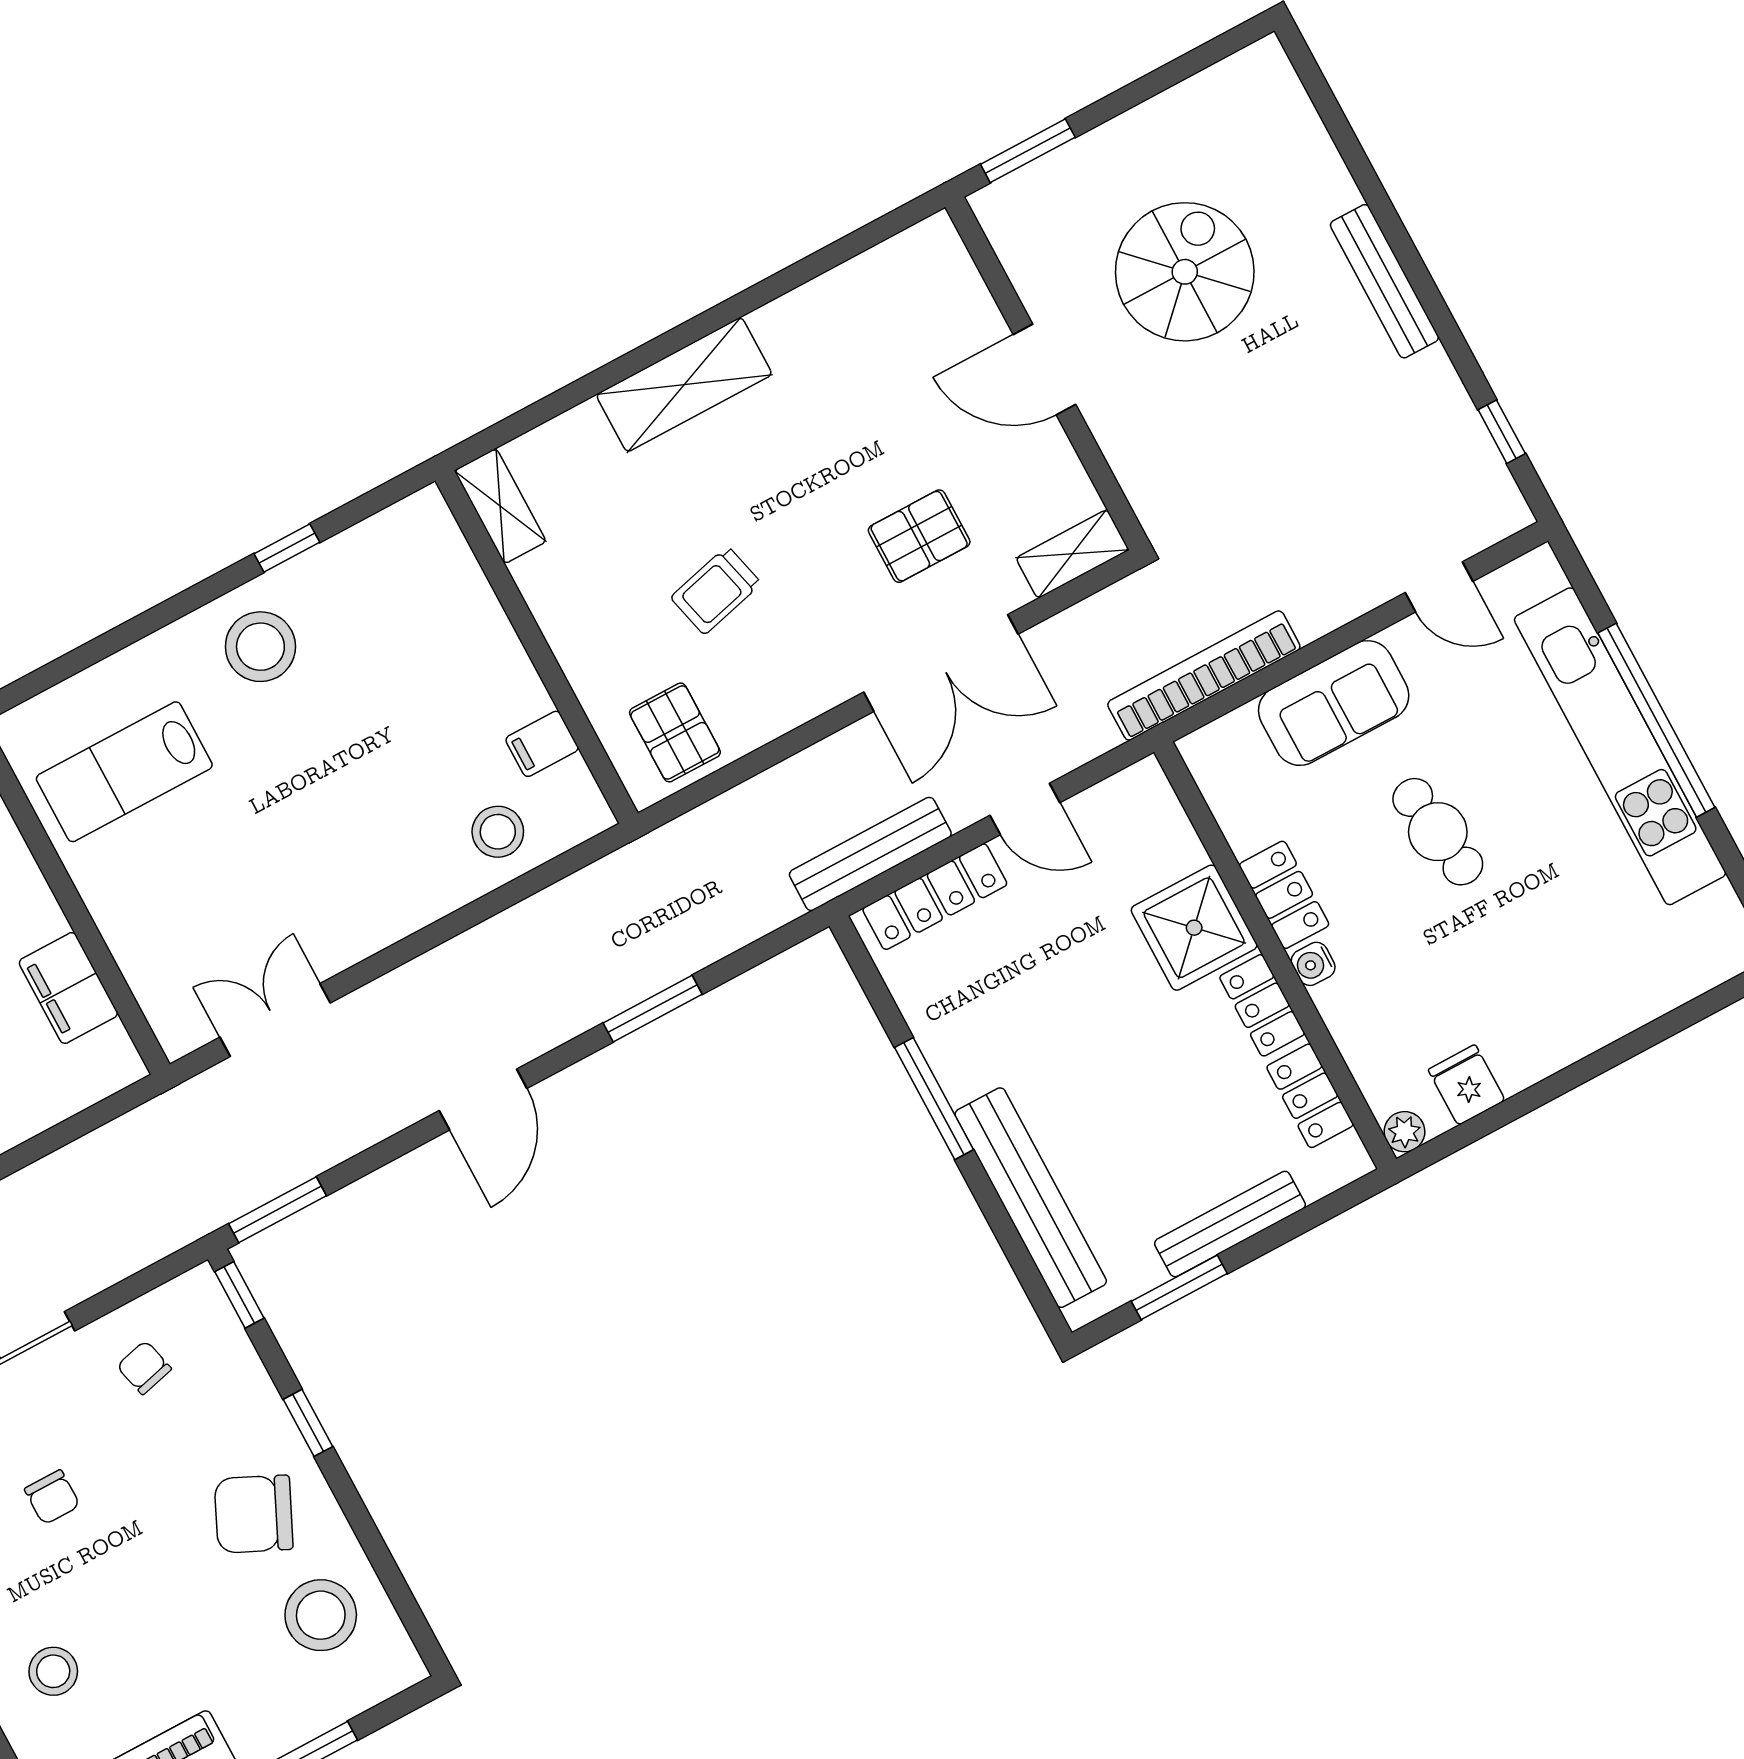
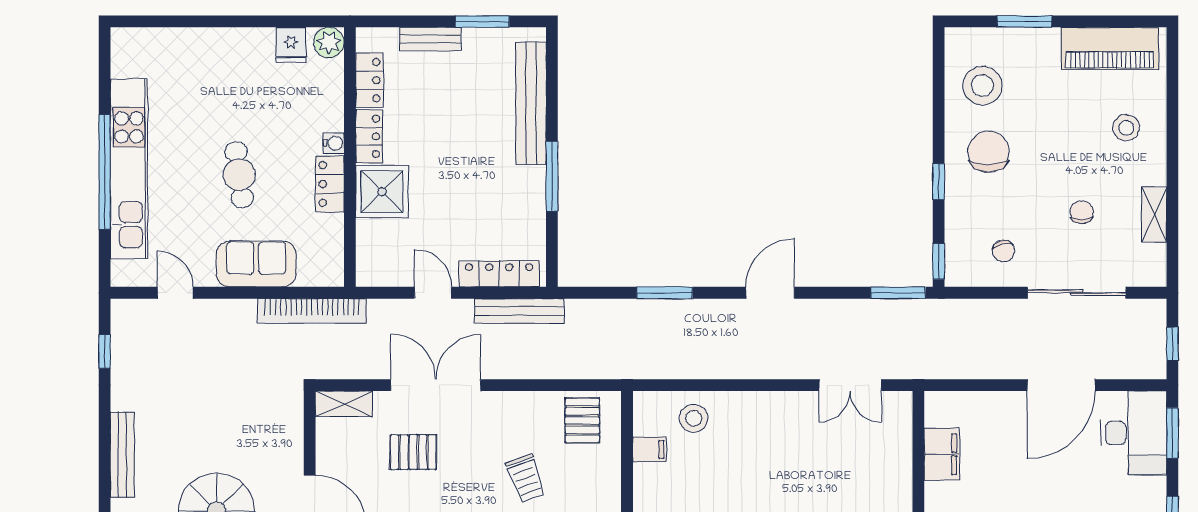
trolley: (716, 590) -> (526, 478), turned 84
plant: (1405, 1132) -> (329, 42), width x1.38, depth x1.38
bench: (1230, 1224) -> (430, 39), width x0.73
chair: (254, 1514) -> (989, 152), turned -115

